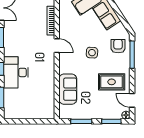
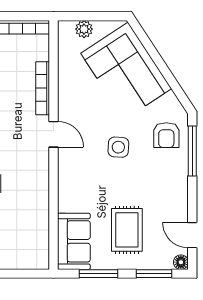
armchair: (118, 46) -> (166, 135), turned 180
rug: (112, 82) -> (127, 230), moved, turned 90
sofa: (68, 89) -> (74, 241), moved

